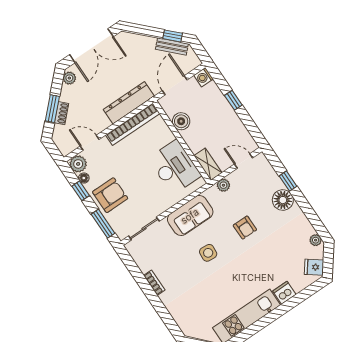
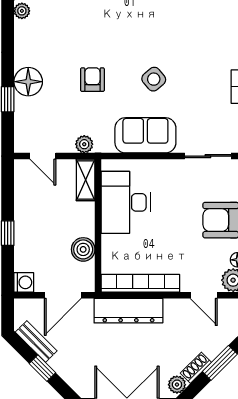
window: (173, 36) -> (42, 368), moved
shoe rack: (61, 113) -> (196, 368), moved
side table: (208, 253) -> (154, 79), turned 45

